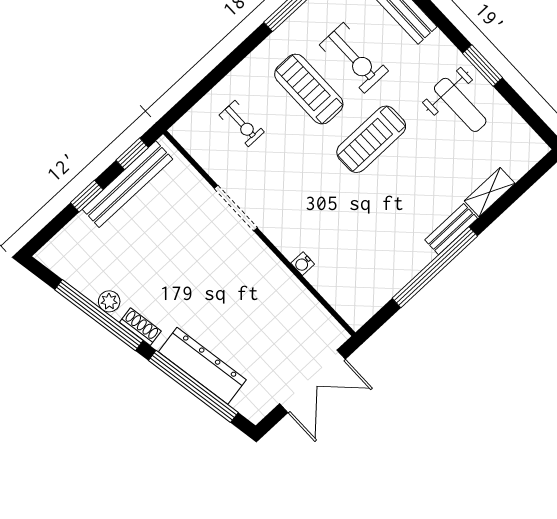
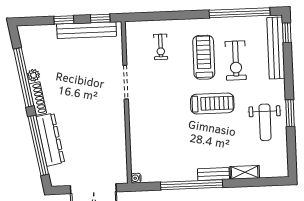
treadmill: (371, 139) -> (212, 103), turned 180
water cooler: (303, 264) -> (136, 178), moved
shoe rack: (140, 327) -> (38, 99), width x1.43

